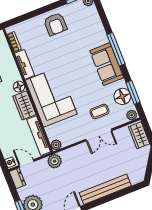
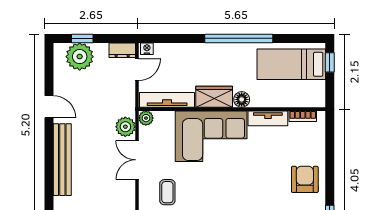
armchair: (55, 24) -> (305, 179), turned 90
double door: (99, 135) -> (137, 160), moved
plant: (55, 161) -> (125, 127), moved

